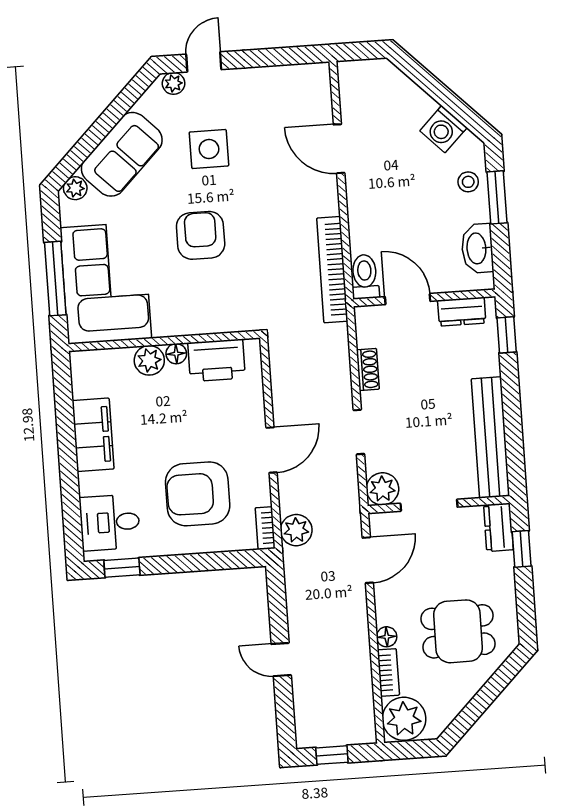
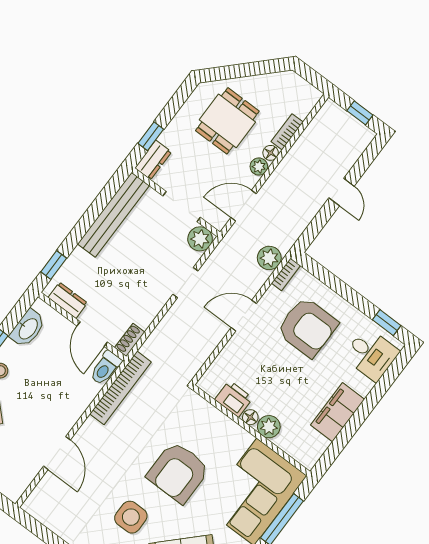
armchair: (201, 235) -> (178, 472), width x1.36, depth x1.36
printer: (217, 360) -> (234, 399), width x0.73, depth x0.84
shoe rack: (368, 369) -> (130, 340), moved
dining table: (458, 631) -> (227, 121), turned 90
plant: (404, 719) -> (259, 167), moved, width x0.53, depth x0.53

